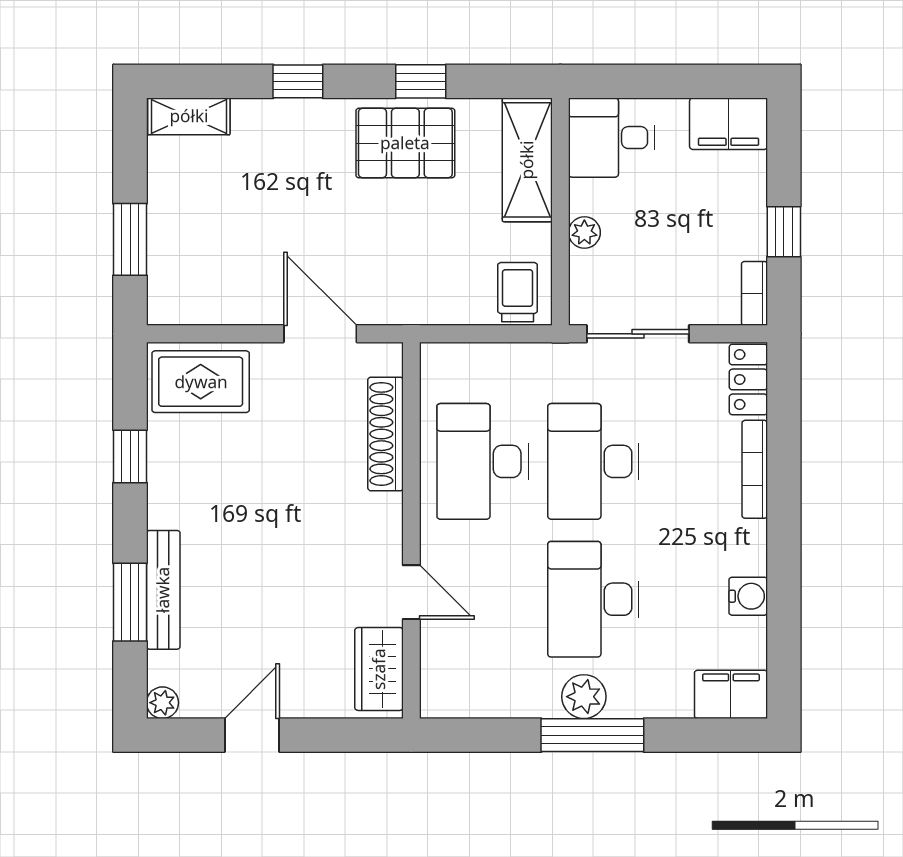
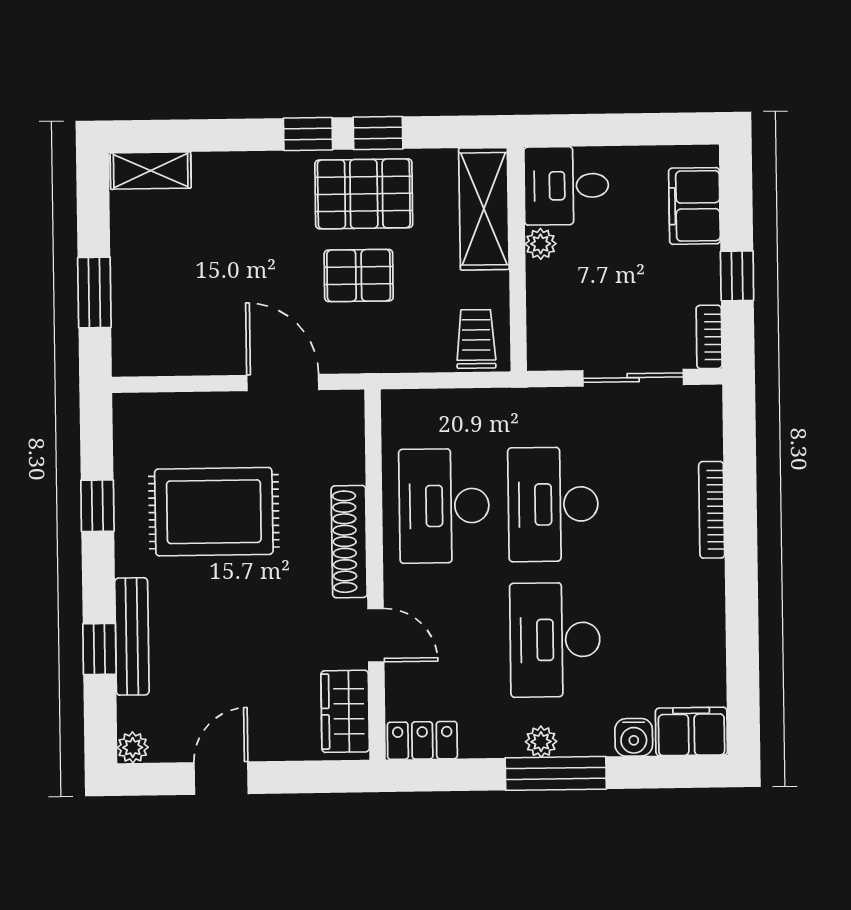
window: (298, 81) -> (308, 134), moved
filing cabinet: (729, 124) -> (694, 206), moved, turned 90
pallet: (399, 226) -> (359, 276), added
plant: (584, 232) -> (541, 244), moved
sliding door: (638, 334) -> (633, 378), moved
locker: (748, 379) -> (422, 740), moved, turned 90
rug: (201, 382) -> (214, 512), moved, width x1.36, depth x1.43
shoe rack: (386, 434) -> (349, 542), moved
water cooler: (748, 596) -> (634, 737), moved, turned 90
window: (130, 602) -> (99, 649), width x0.67
plant: (584, 697) -> (541, 742), width x0.73, depth x0.73

